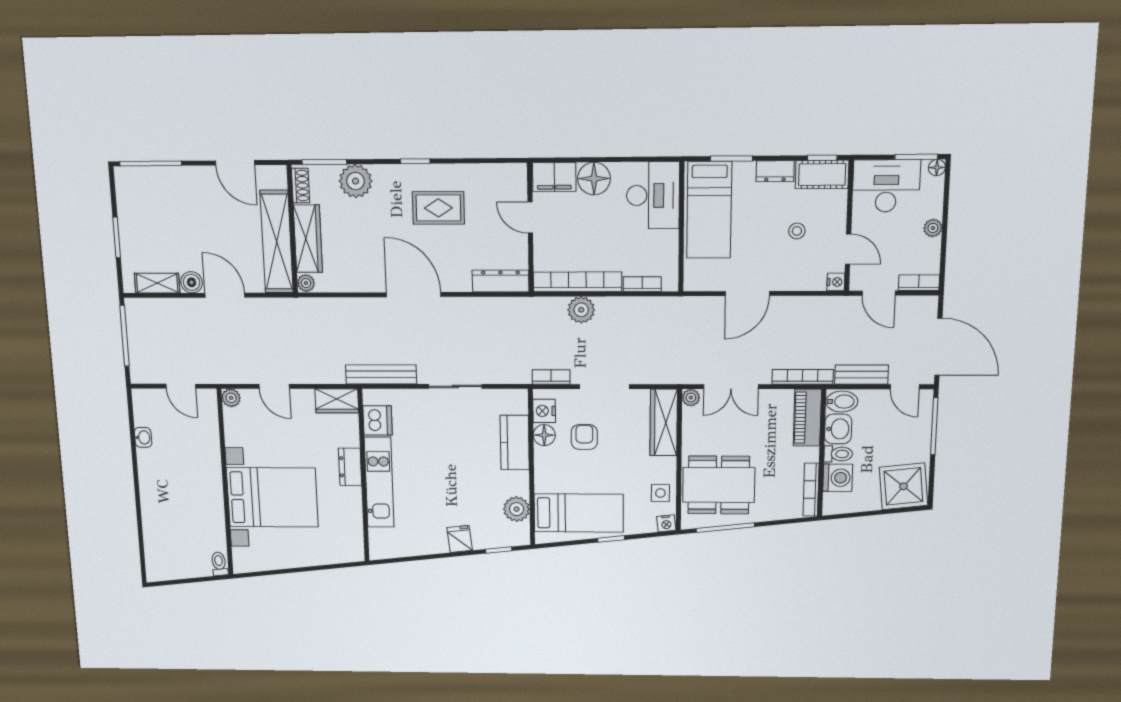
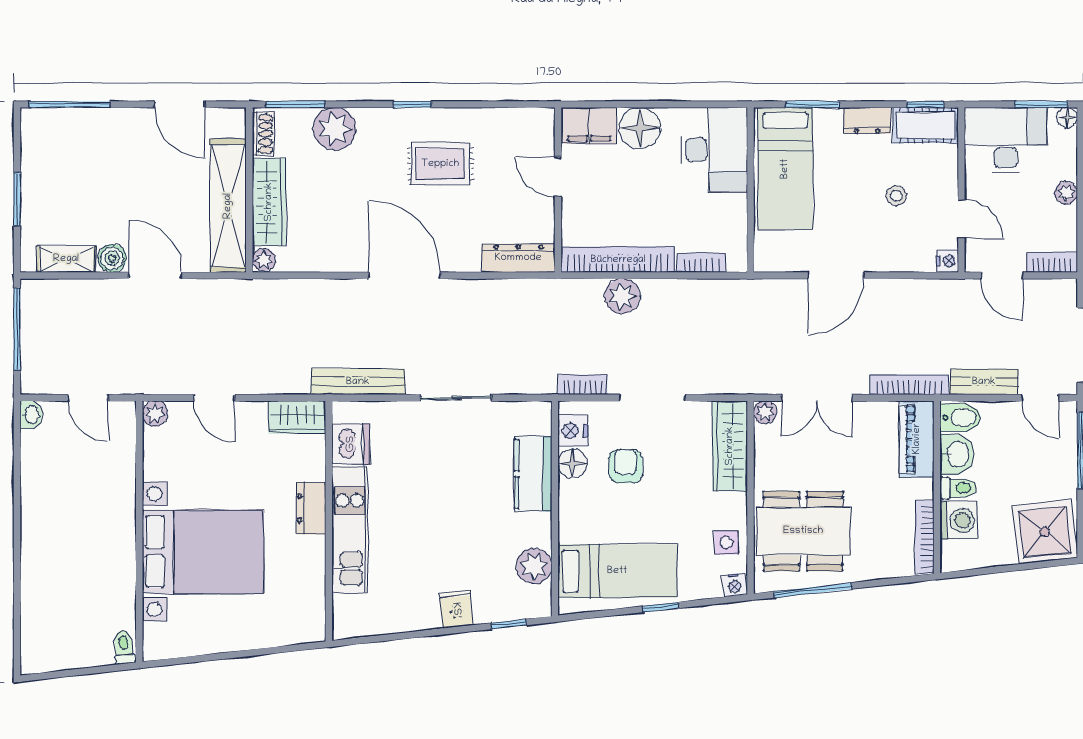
washbasin: (143, 437) -> (31, 415), moved

